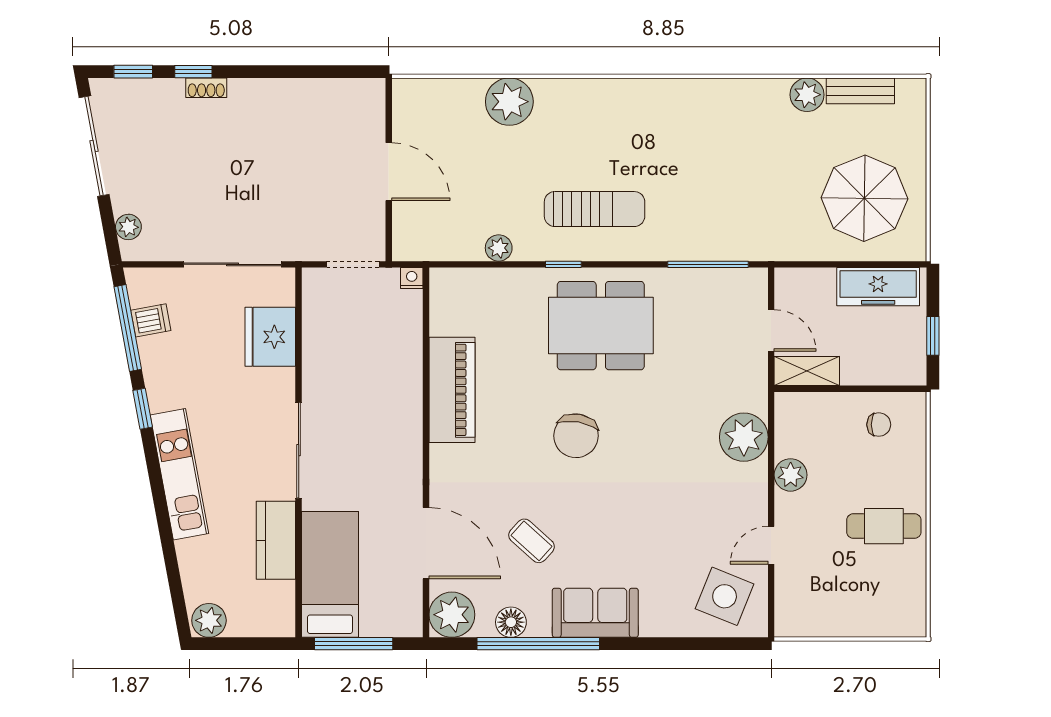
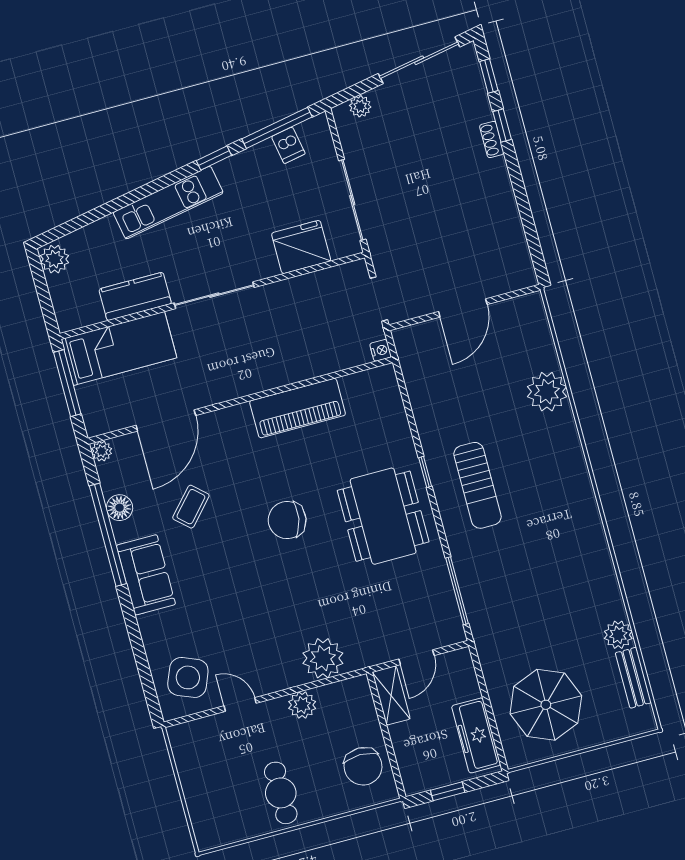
plant: (499, 248) -> (424, 415), removed
chair: (879, 425) -> (363, 766), width x1.87, depth x1.87
plant: (452, 615) -> (102, 451), width x0.53, depth x0.53

